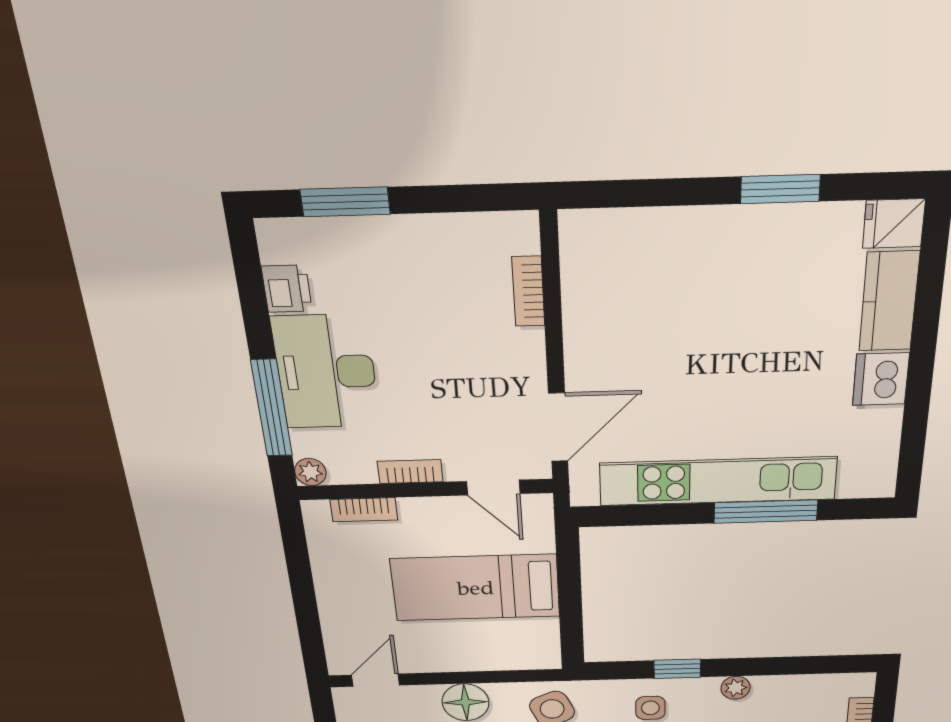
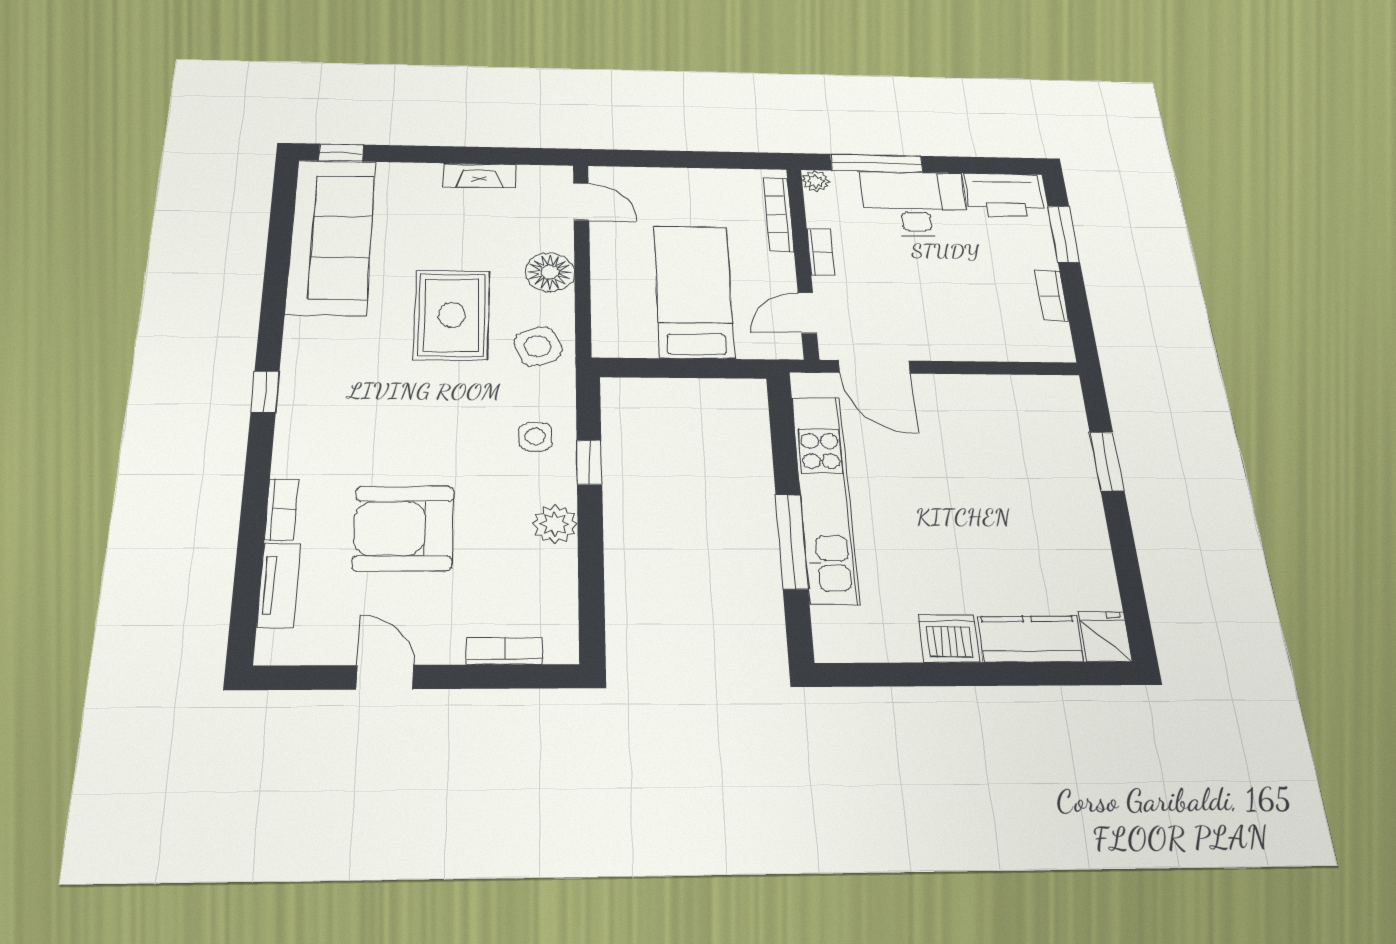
window: (780, 189) -> (1107, 461), moved
printer: (287, 289) -> (1004, 195), width x1.87, depth x1.48
bookcase: (528, 291) -> (1052, 295), moved, turned -90
bookcase: (364, 510) -> (779, 214), width x1.56
plant: (735, 688) -> (555, 524), width x1.38, depth x1.38

